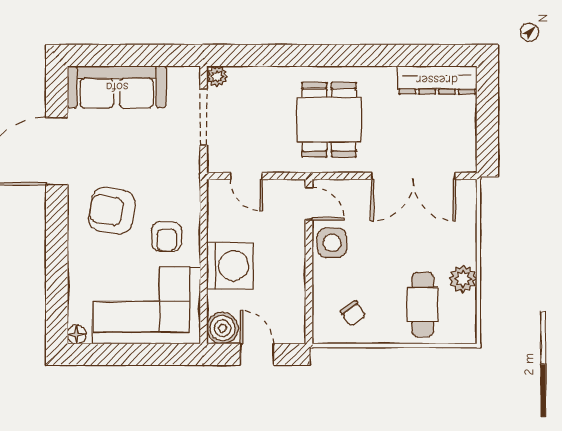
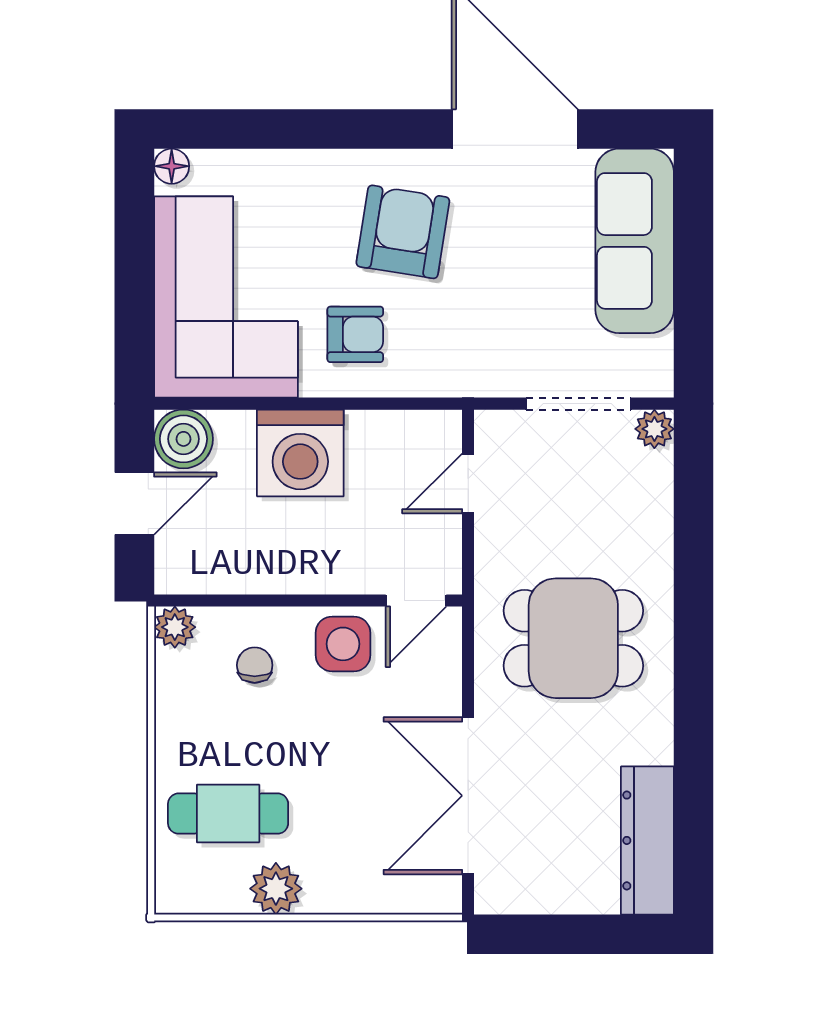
armchair: (167, 236) -> (355, 334), turned 180
chair: (353, 314) -> (255, 665), moved, turned 124
plant: (323, 333) -> (175, 627), added

